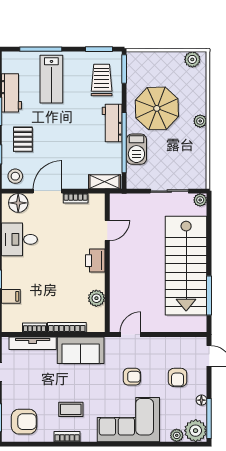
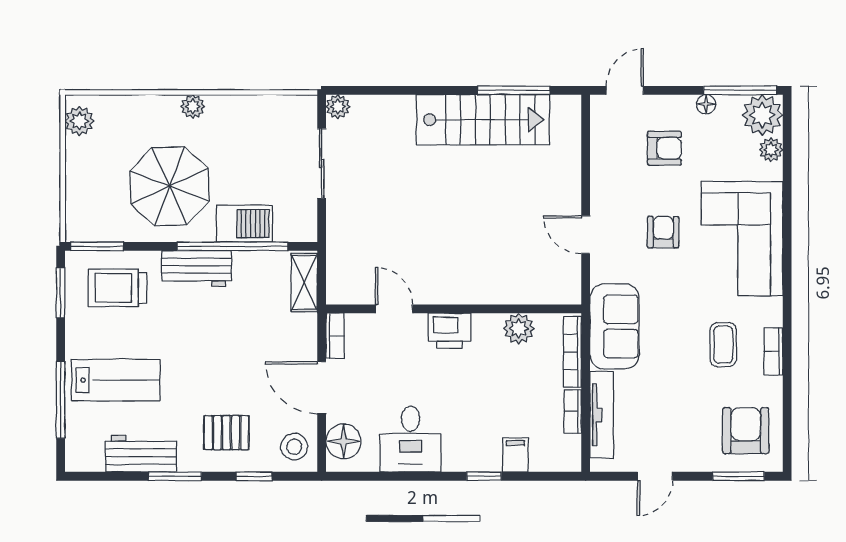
door: (107, 230) -> (394, 309), moved
printer: (95, 261) -> (449, 331), moved
wall: (107, 263) -> (454, 309), moved
stairs: (186, 266) -> (483, 120), width x0.73, depth x0.66
plant: (96, 298) -> (519, 329), moved

